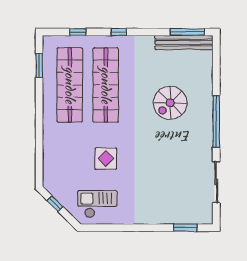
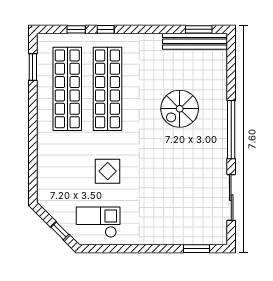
window: (119, 32) -> (106, 29), moved
window: (187, 32) -> (199, 29), width x0.69
window: (55, 204) -> (60, 231), moved

